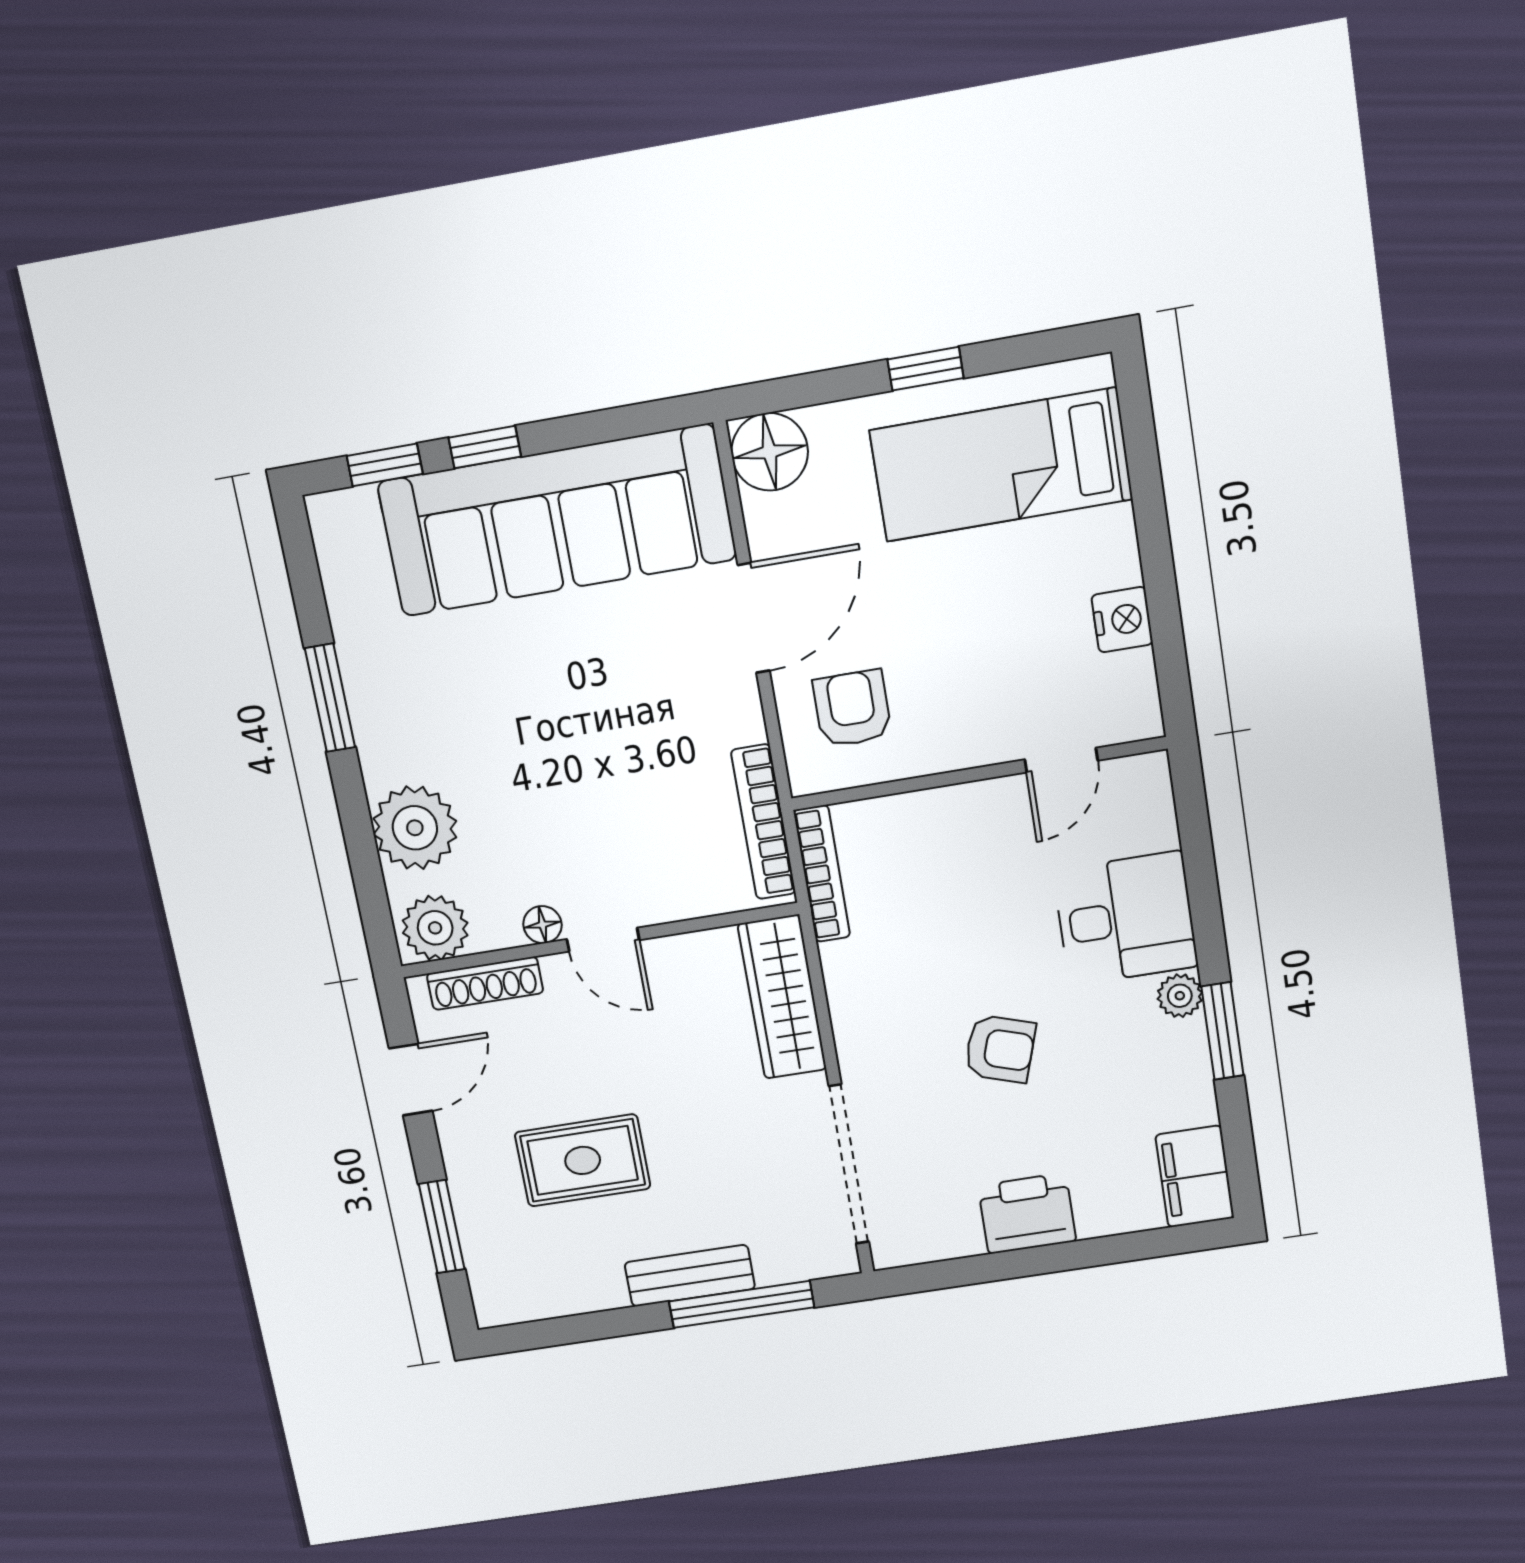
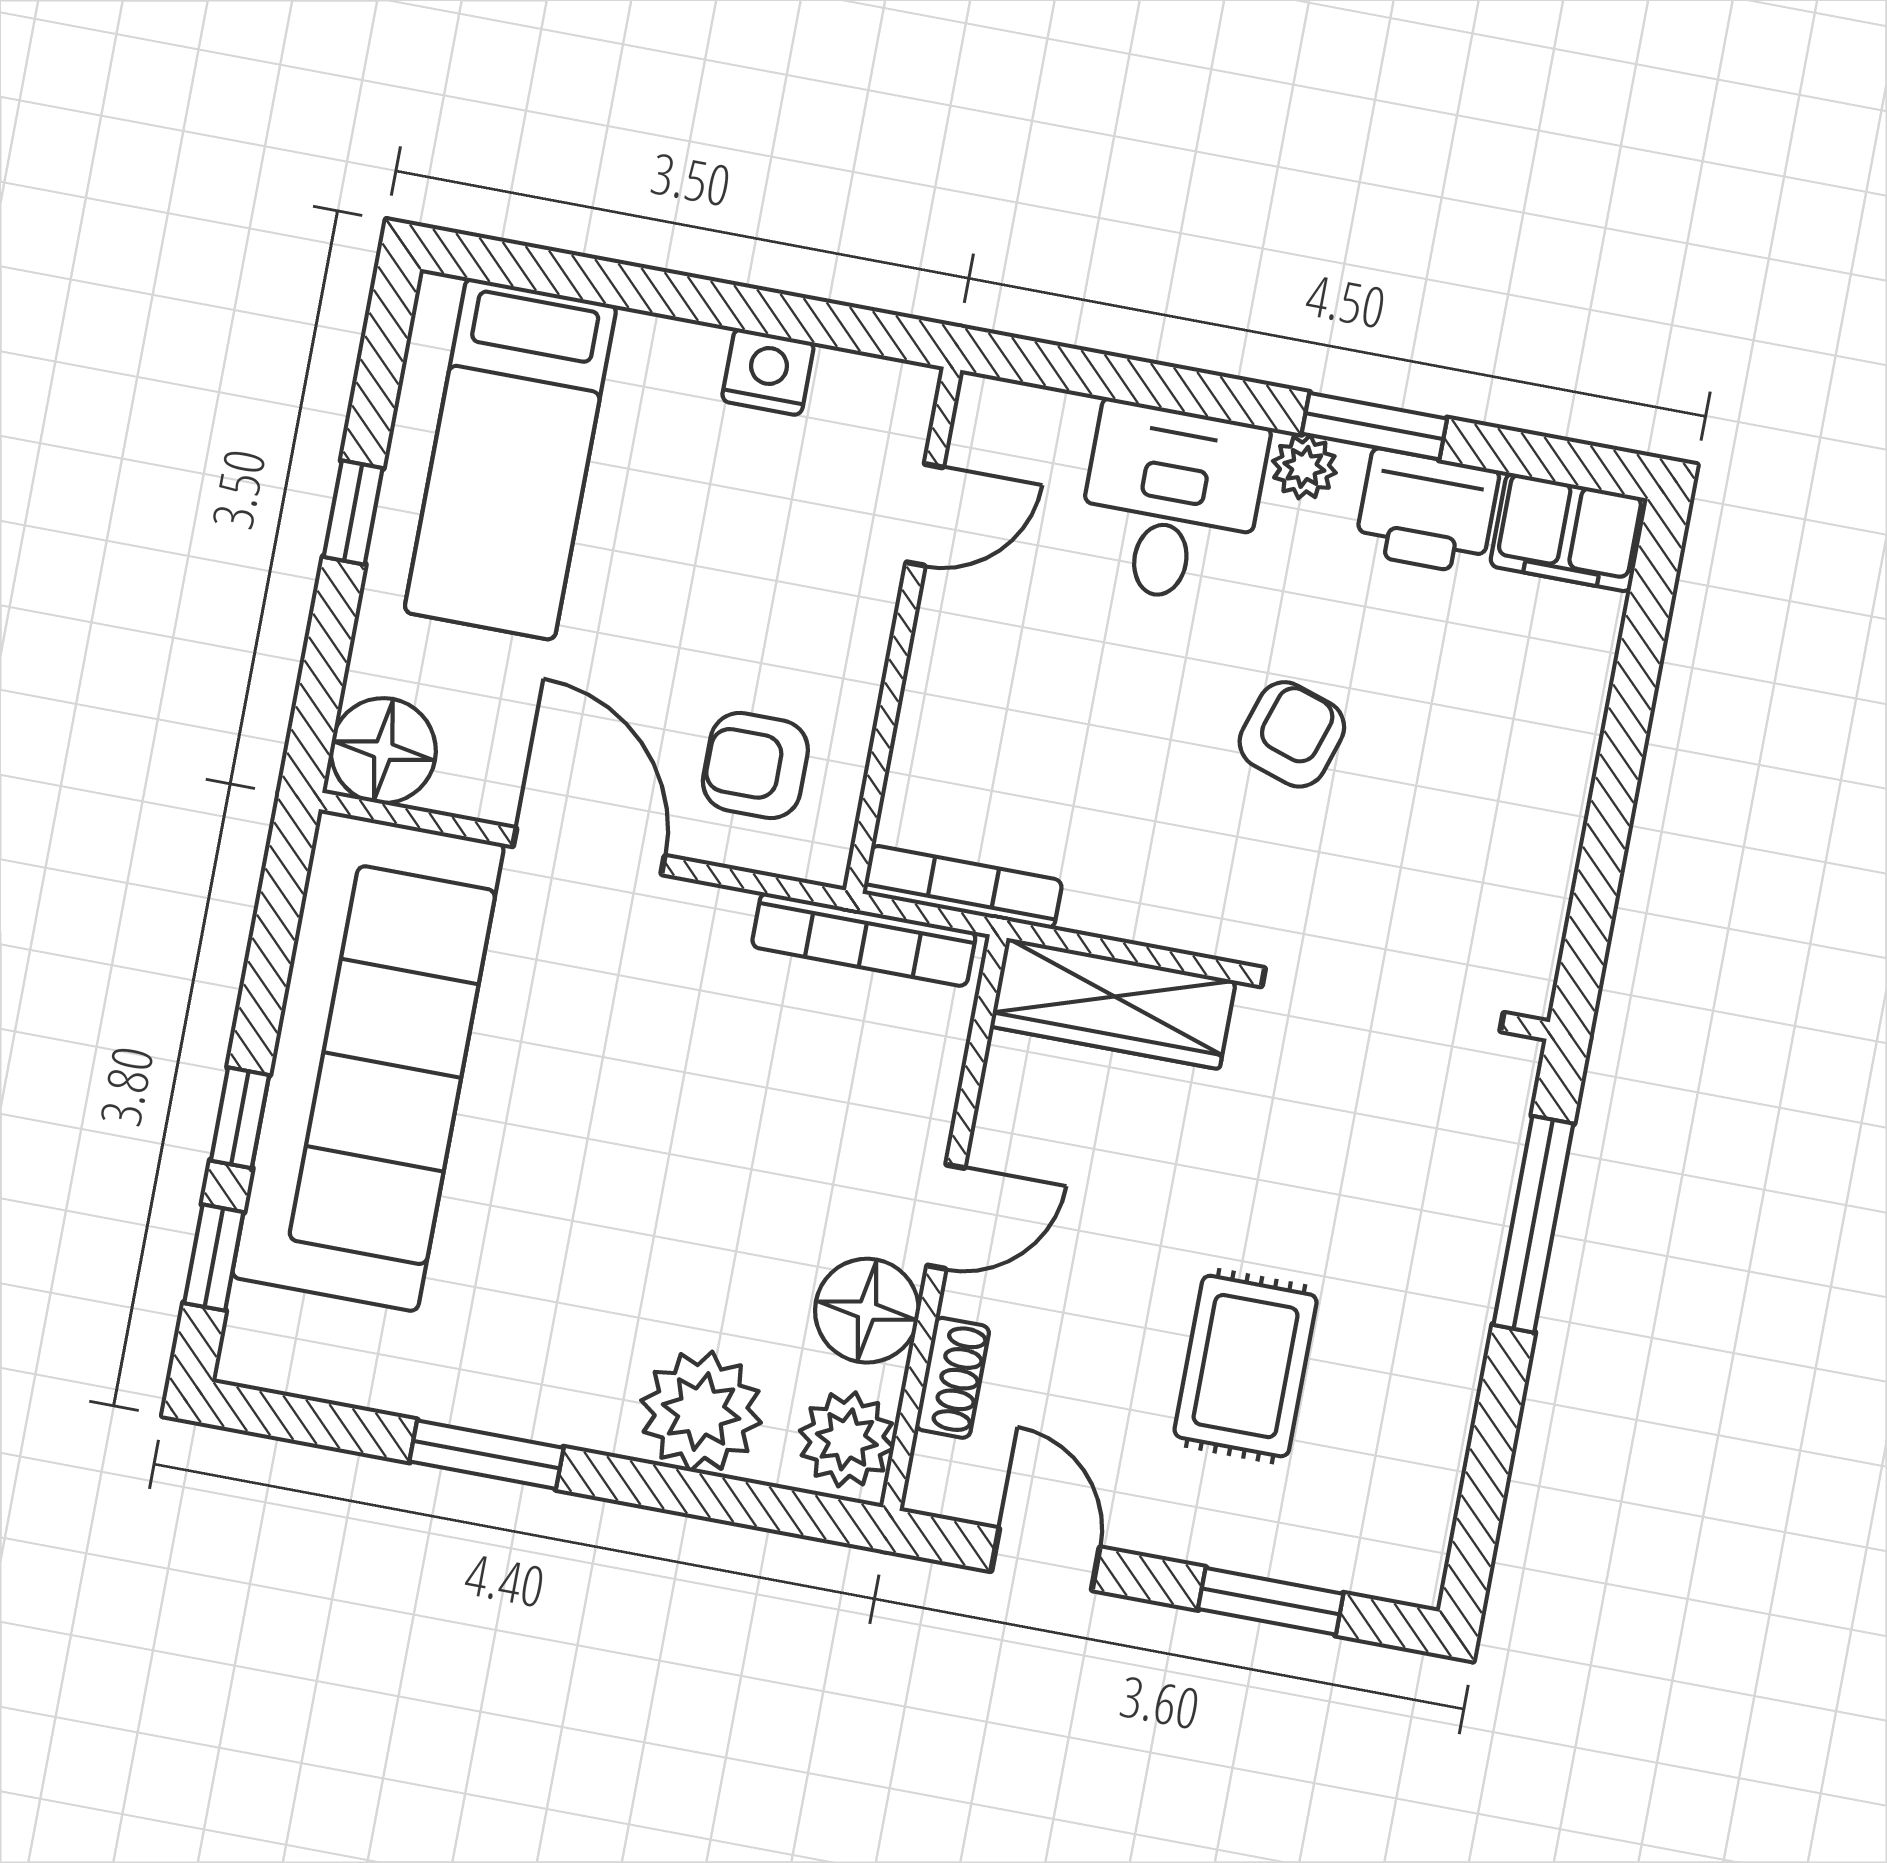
door: (1061, 760) -> (925, 515), hinge flipped
floor lamp: (542, 925) -> (867, 1311), width x1.89, depth x1.89
shoe rack: (485, 983) -> (952, 1378), width x0.70
printer: (1027, 1213) -> (1427, 512), moved, turned -90
bench: (690, 1276) -> (1466, 1281), removed

